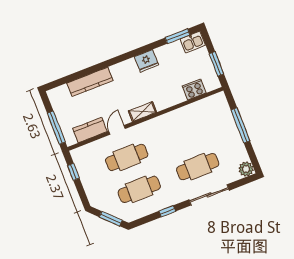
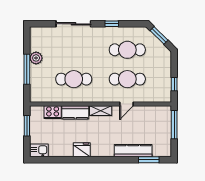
window: (178, 36) -> (149, 160), moved
kitchen counter: (90, 130) -> (75, 112), moved
cafe table: (198, 167) -> (74, 79), moved
plant: (246, 169) -> (36, 58), moved

